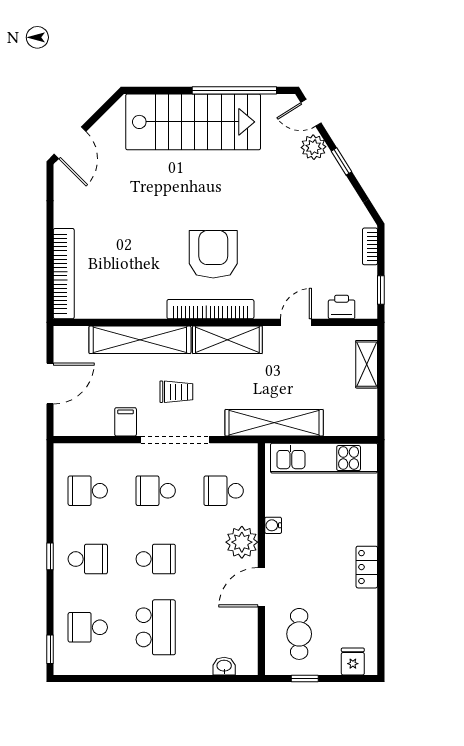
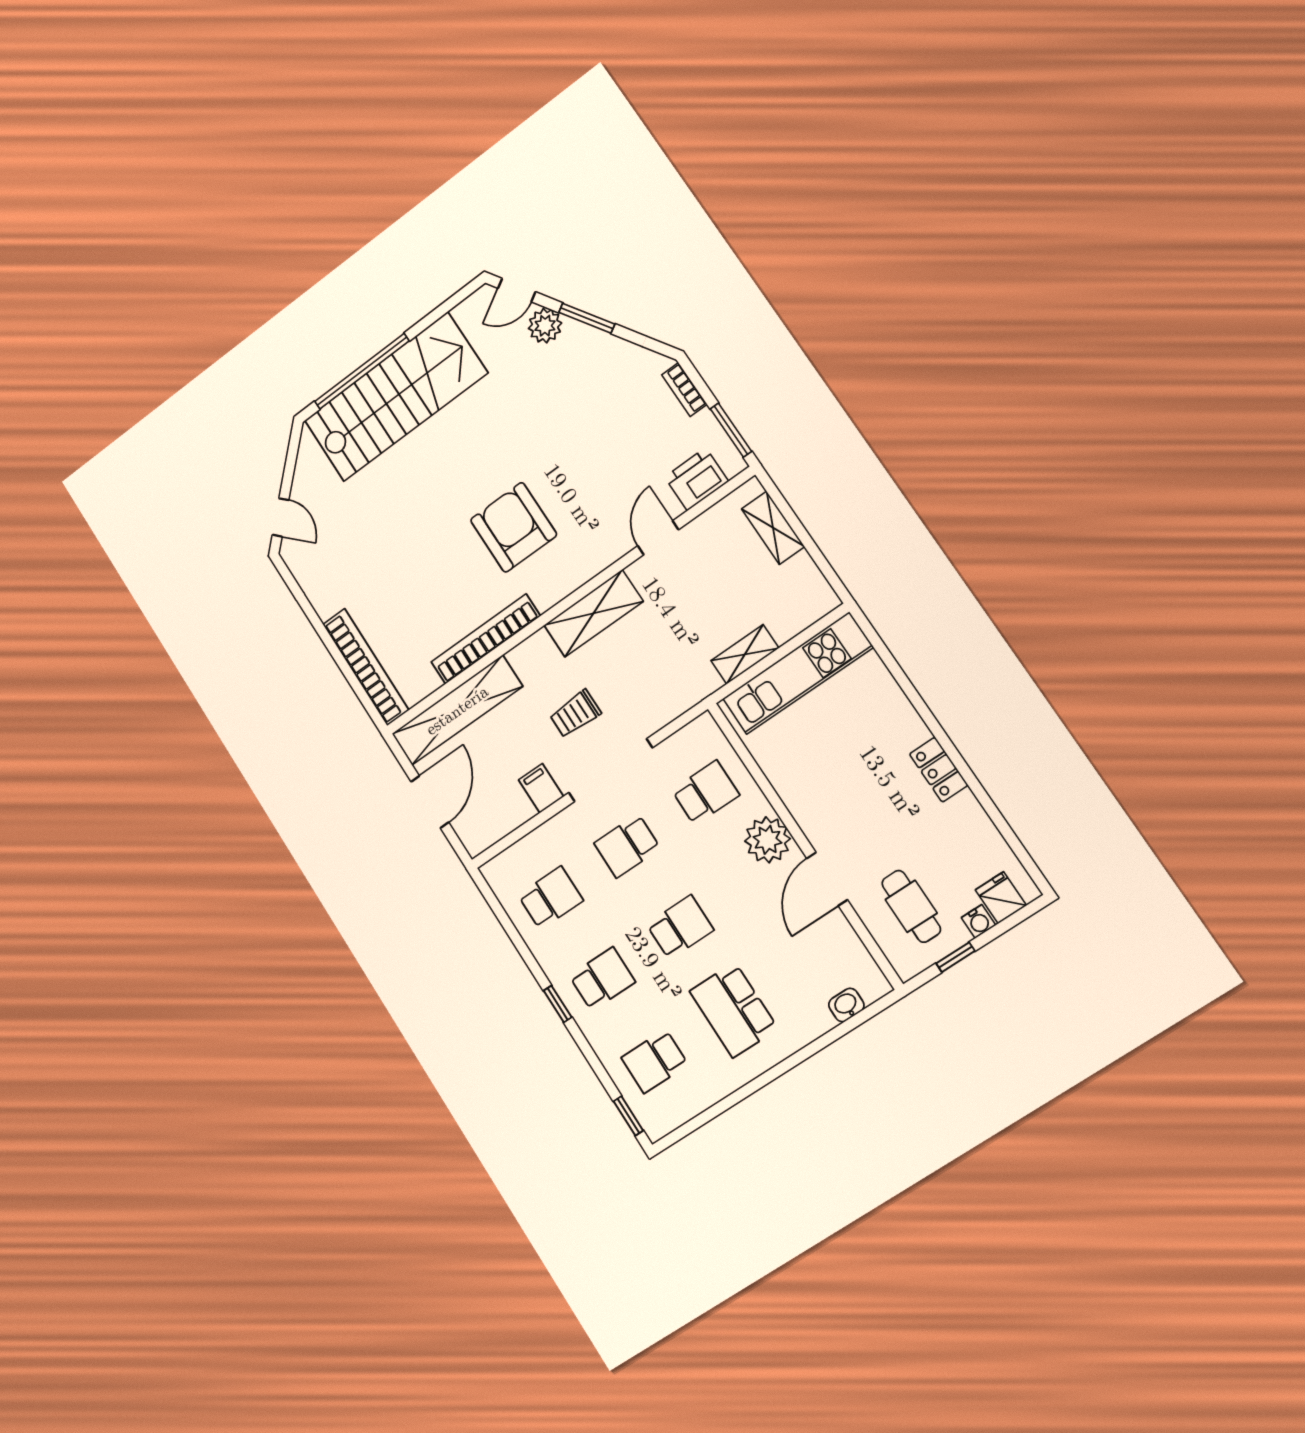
window: (234, 90) -> (362, 371), moved
door: (70, 143) -> (281, 517), width x0.73
window: (341, 161) -> (587, 318), width x1.50
window: (381, 290) -> (731, 430), width x1.50
printer: (342, 307) -> (696, 479), width x1.36, depth x1.24
bookcase: (210, 309) -> (486, 639), moved
shelving: (140, 340) -> (457, 710), moved
trolley: (176, 392) -> (575, 714), turned 180
shelving: (274, 423) -> (745, 654), width x0.45, depth x0.75
school desk: (88, 491) -> (551, 898), turned 180
school desk: (224, 491) -> (706, 793), turned 180
water cooler: (273, 525) -> (978, 921), moved, turned -90
school desk: (156, 627) -> (734, 1010), turned 180

